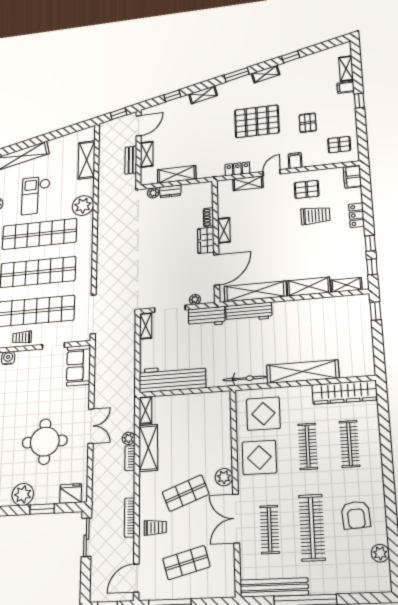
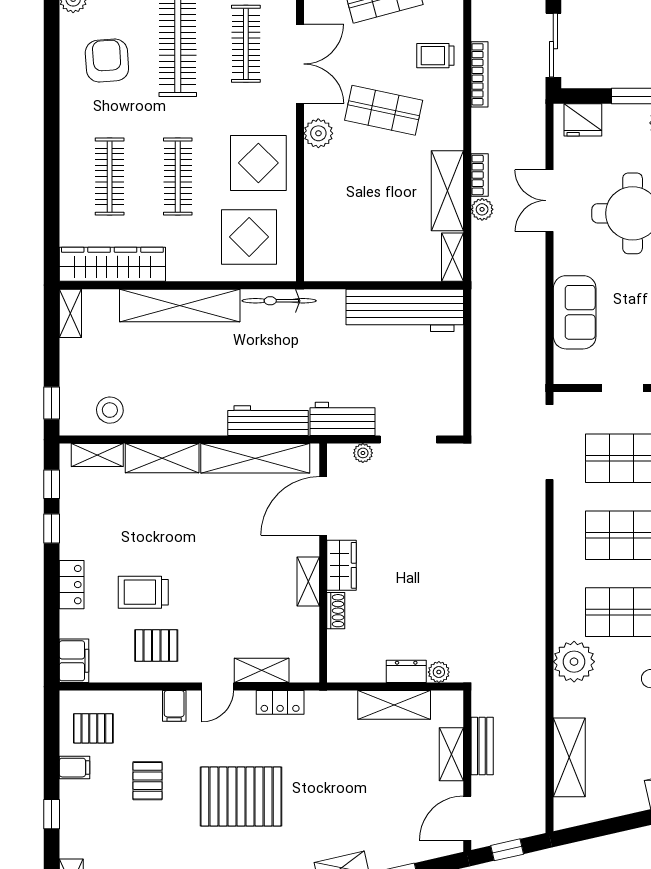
filing cabinet: (346, 87) -> (74, 768), moved
stool: (341, 310) -> (110, 410), added
shelving: (146, 326) -> (70, 313), moved
sofa: (79, 365) -> (575, 312), moved
double door: (91, 426) -> (550, 201), moved
shop shelf: (186, 493) -> (384, 110), turned 33

